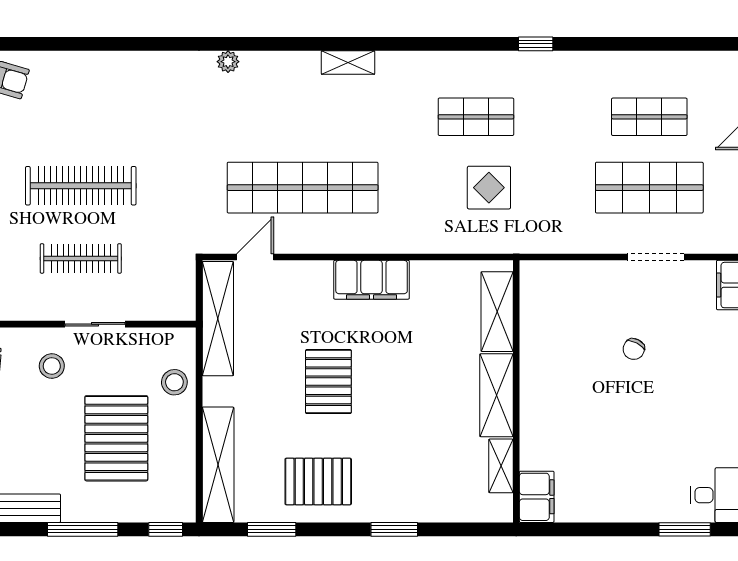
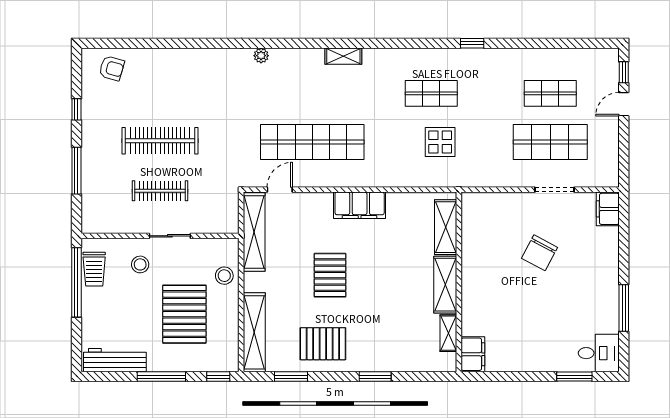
chair: (634, 349) -> (540, 253), width x1.87, depth x1.87

